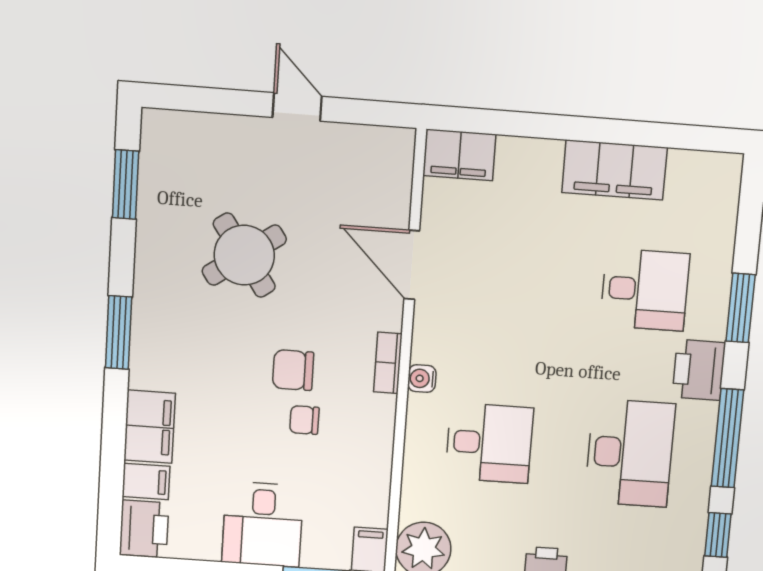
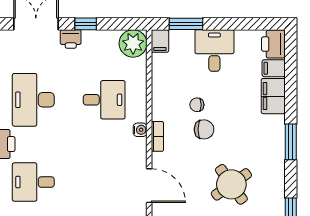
chair: (304, 420) -> (197, 105), turned 180
desk: (489, 443) -> (104, 100), turned 180

